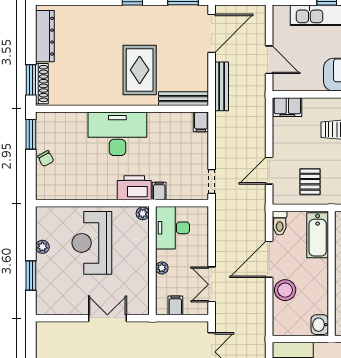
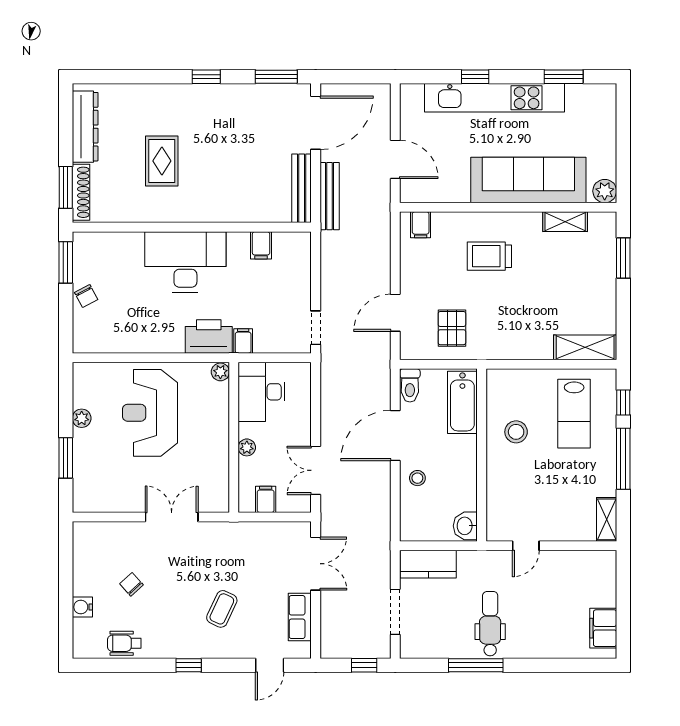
rug: (140, 70) -> (162, 161), moved, width x0.73, depth x0.70
bench: (183, 99) -> (302, 188), moved, turned 90
filing cabinet: (287, 107) -> (421, 225), width x0.50
filing cabinet: (201, 122) -> (261, 245), moved
stool: (285, 290) -> (417, 478), width x0.53, depth x0.53

